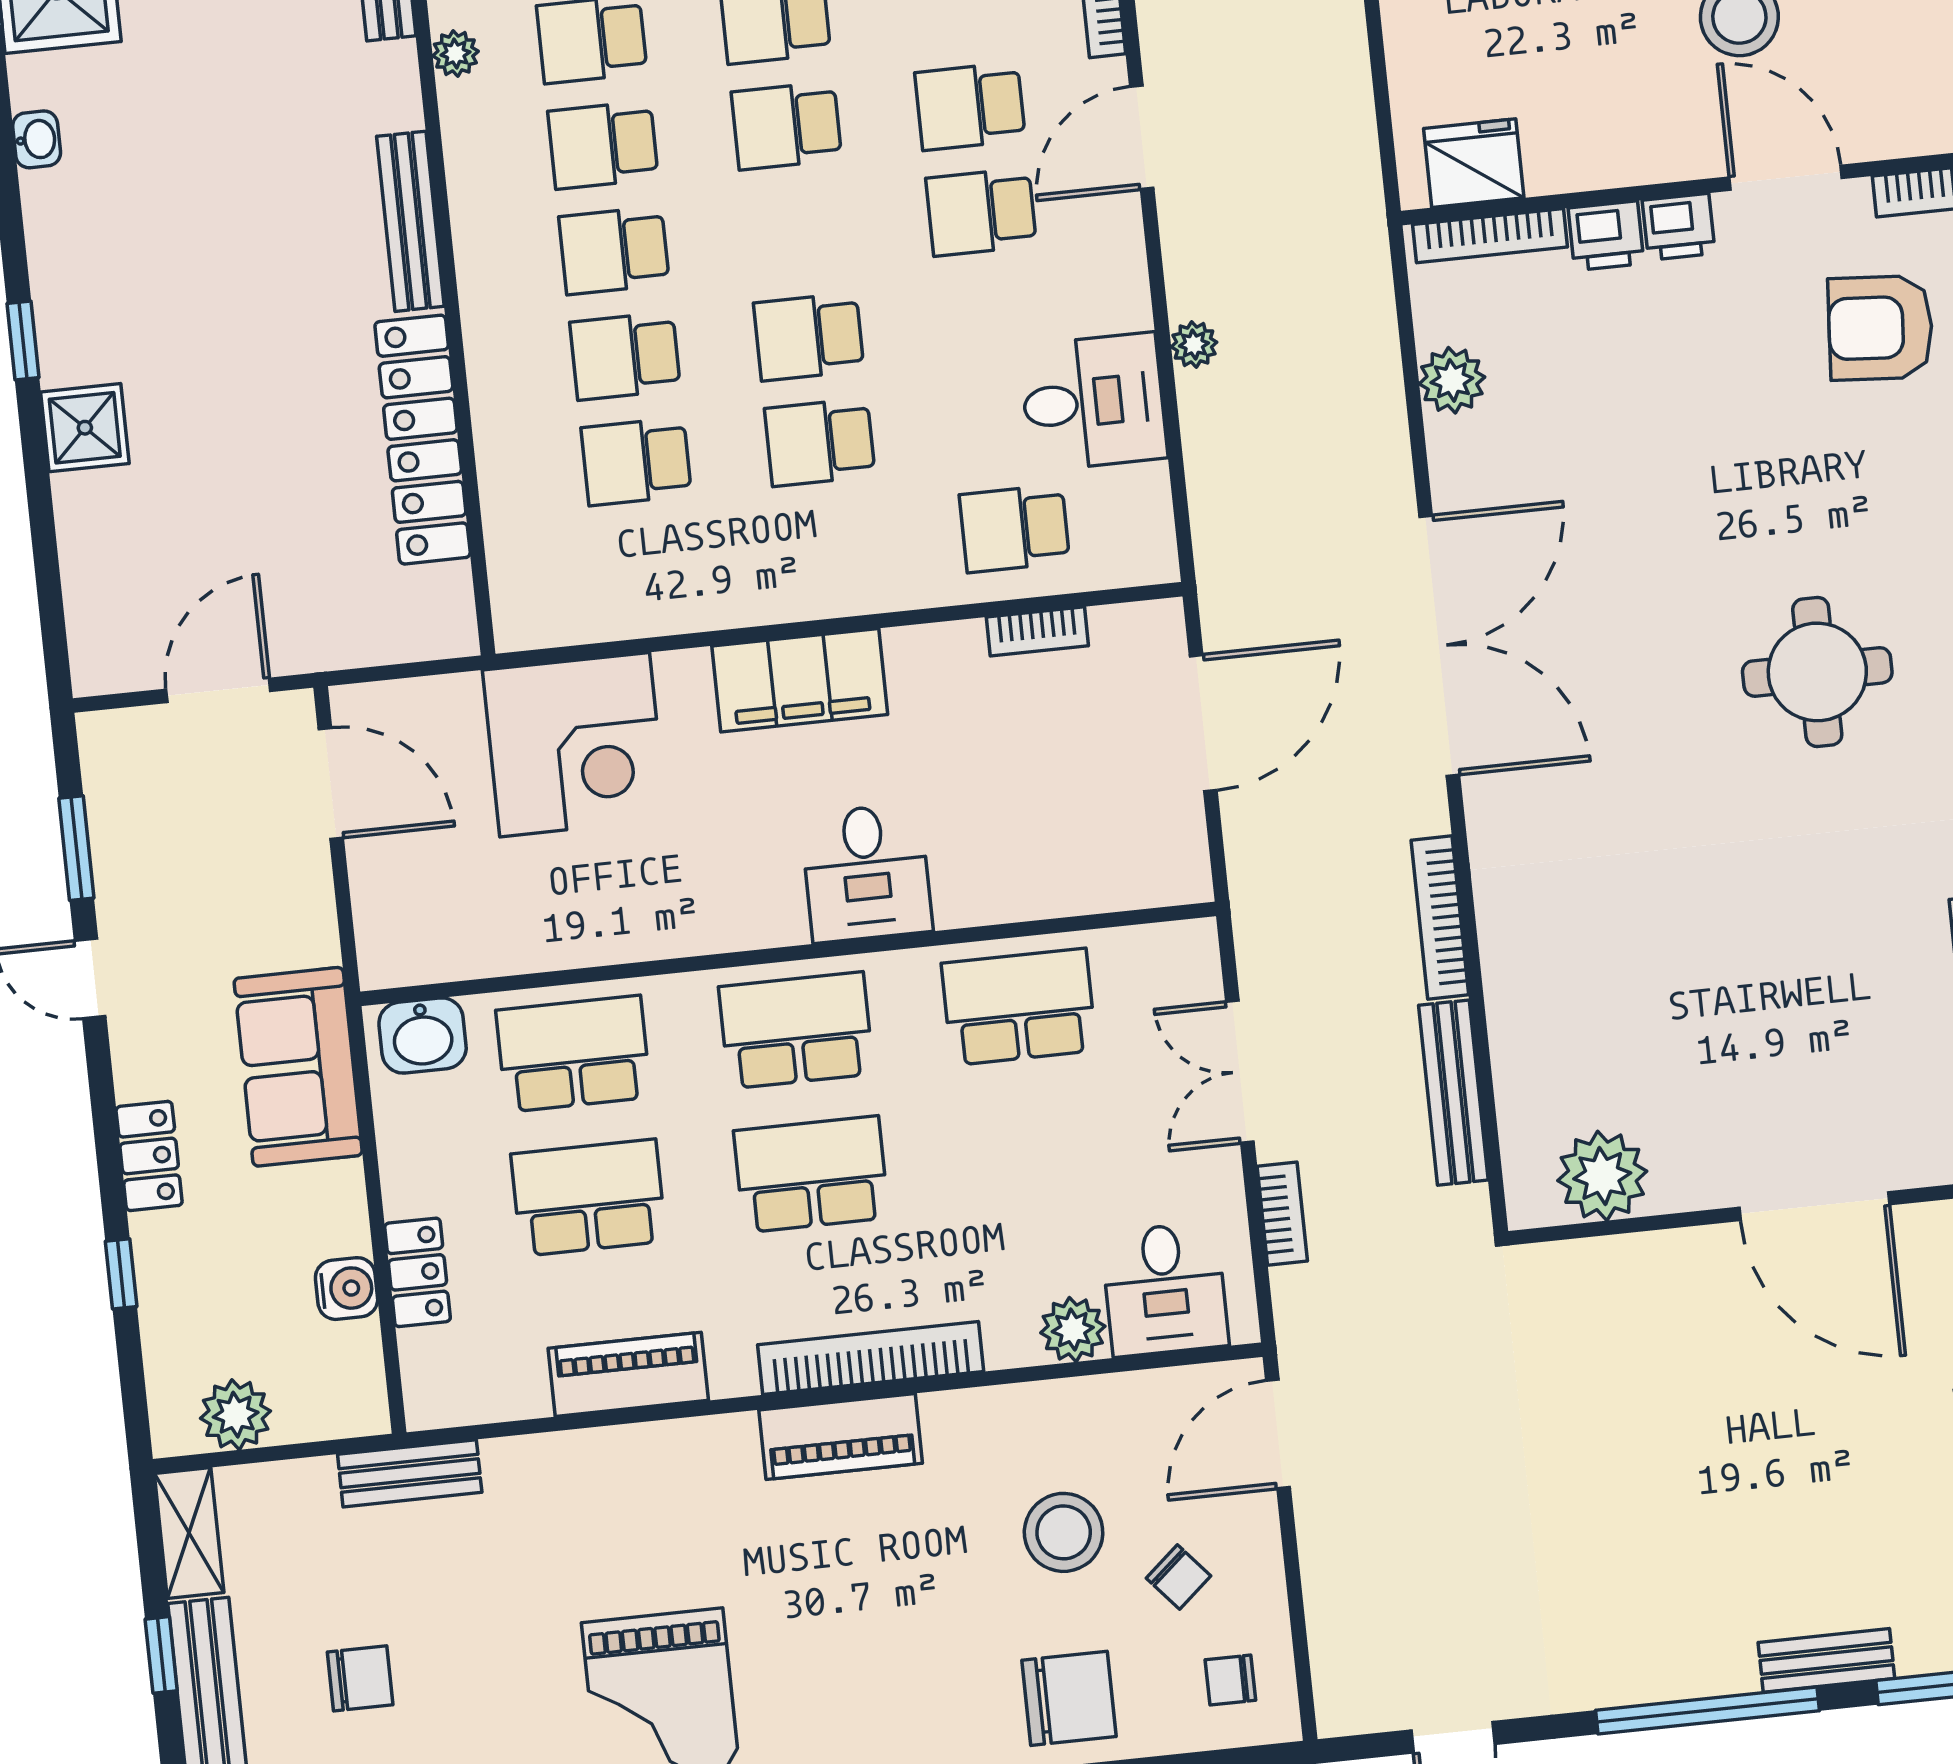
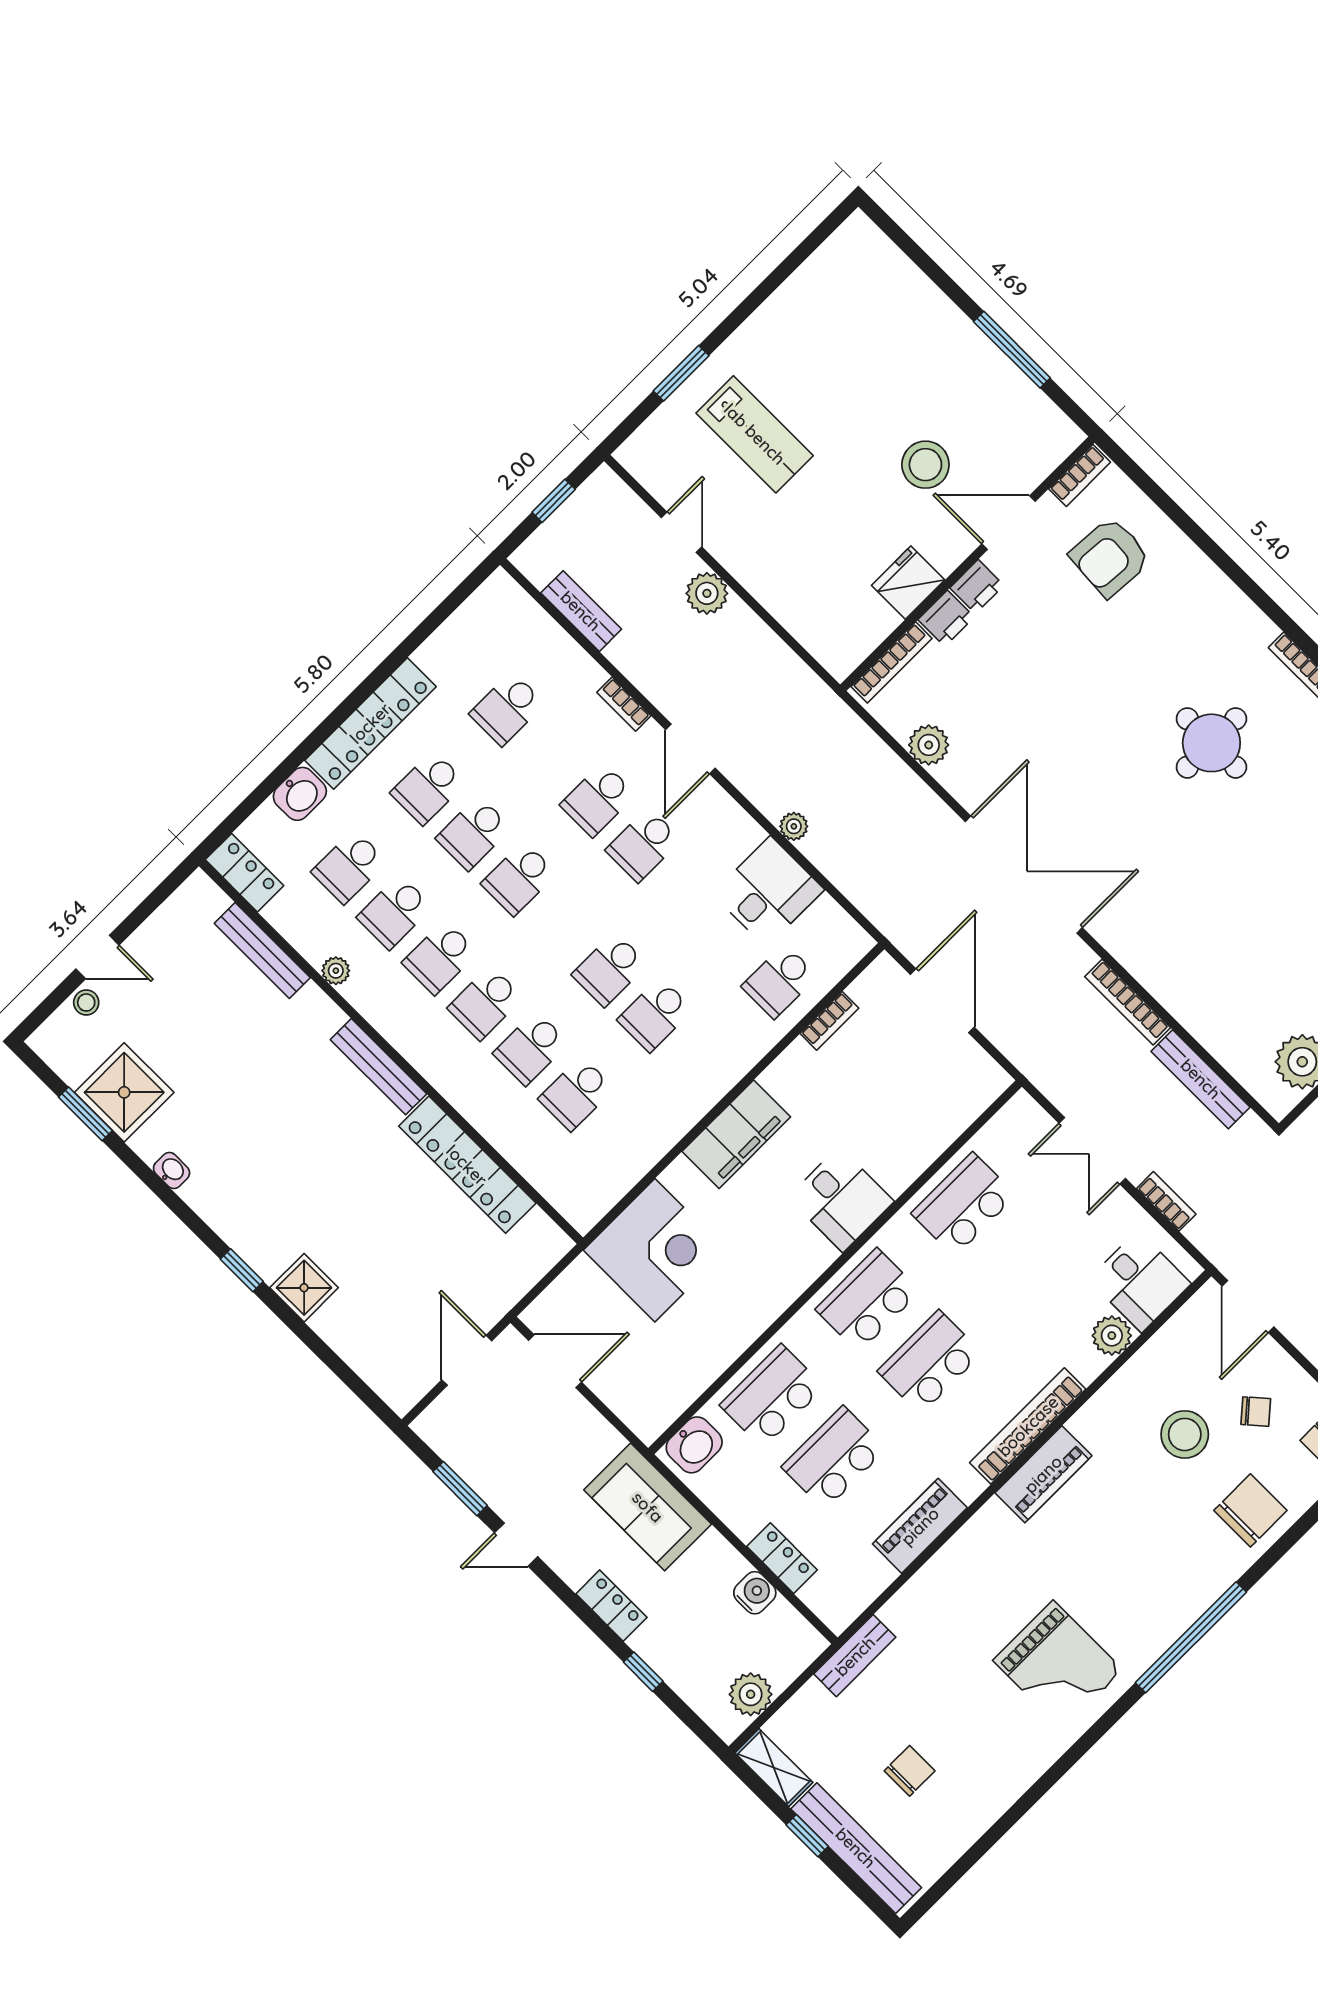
fridge: (1474, 163) -> (908, 583), moved

